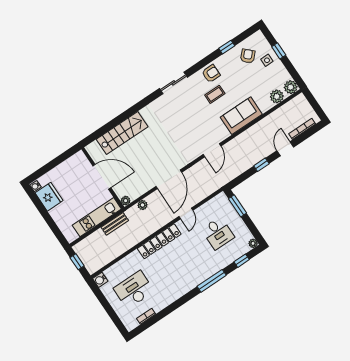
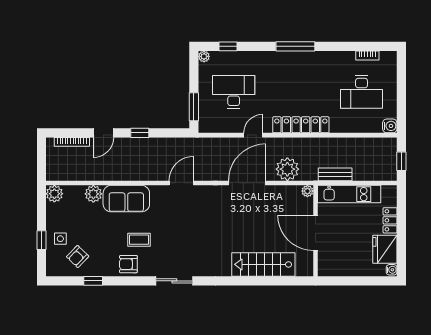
plant: (277, 96) -> (93, 194), moved
plant: (142, 205) -> (287, 169), width x1.88, depth x1.88
locker: (58, 218) -> (390, 220), added
desk: (218, 233) -> (234, 92), width x1.37
window: (212, 281) -> (295, 46), moved

